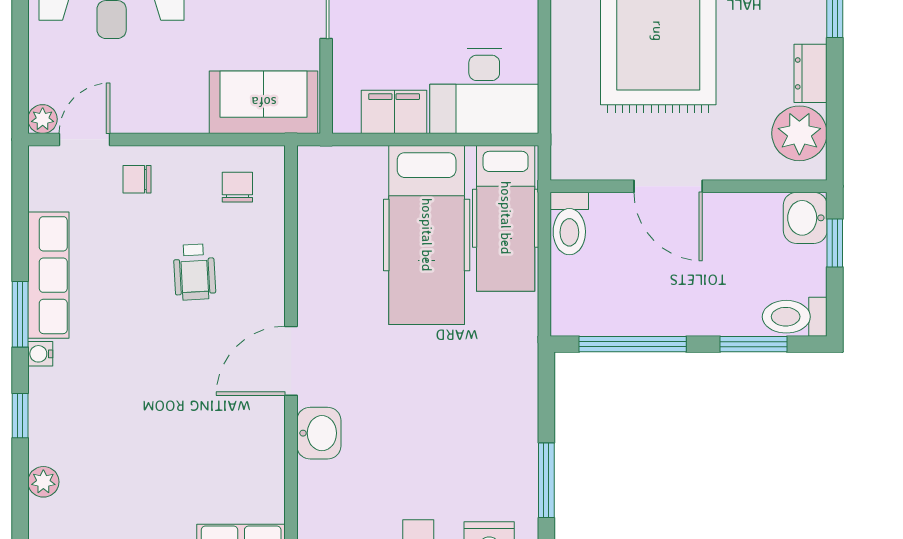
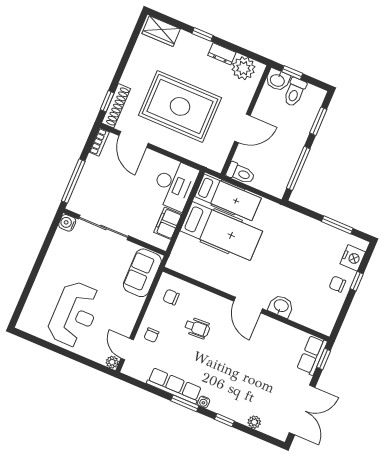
toilet: (795, 317) -> (295, 92), moved

